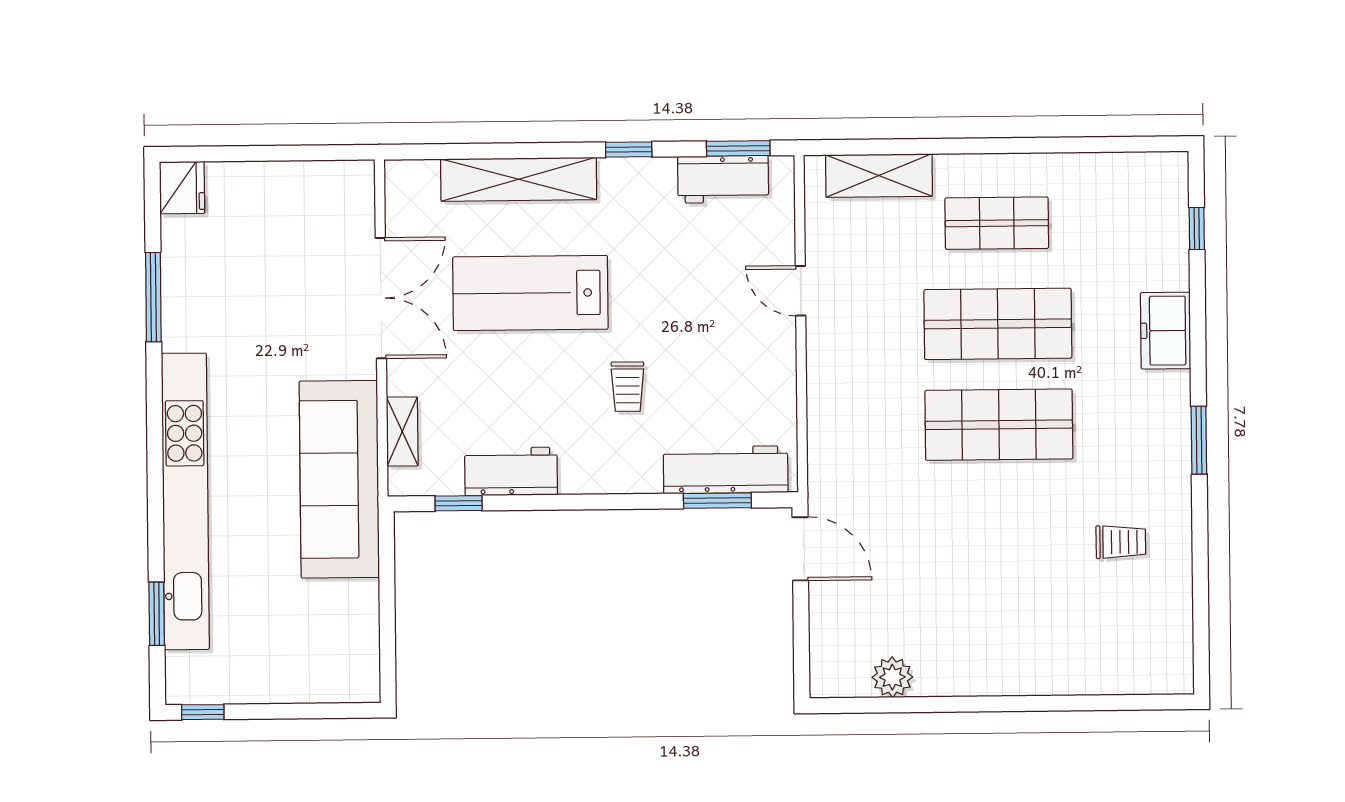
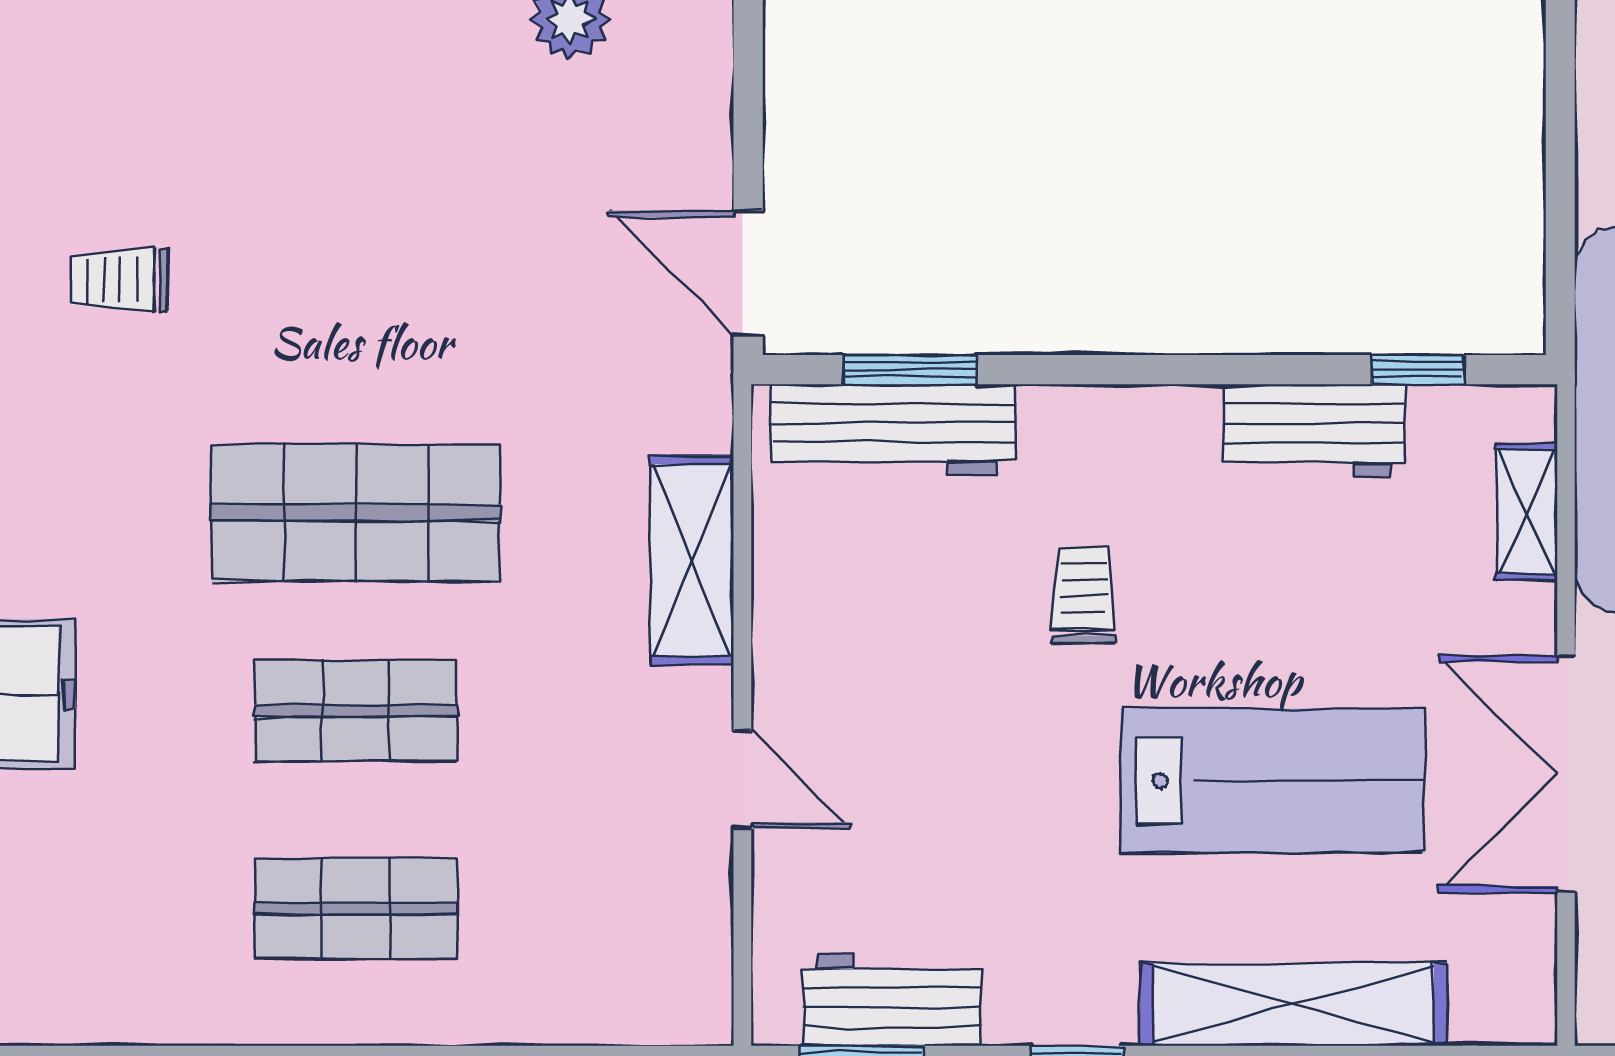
shelving: (879, 176) -> (692, 560), moved, turned 90
shop shelf: (998, 324) -> (356, 711), width x0.70, depth x0.74

